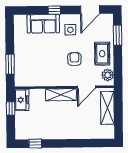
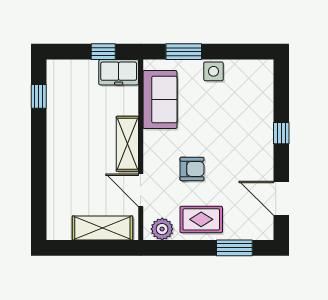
sofa: (43, 24) -> (160, 100), moved, turned 180
side table: (70, 30) -> (214, 71), moved

